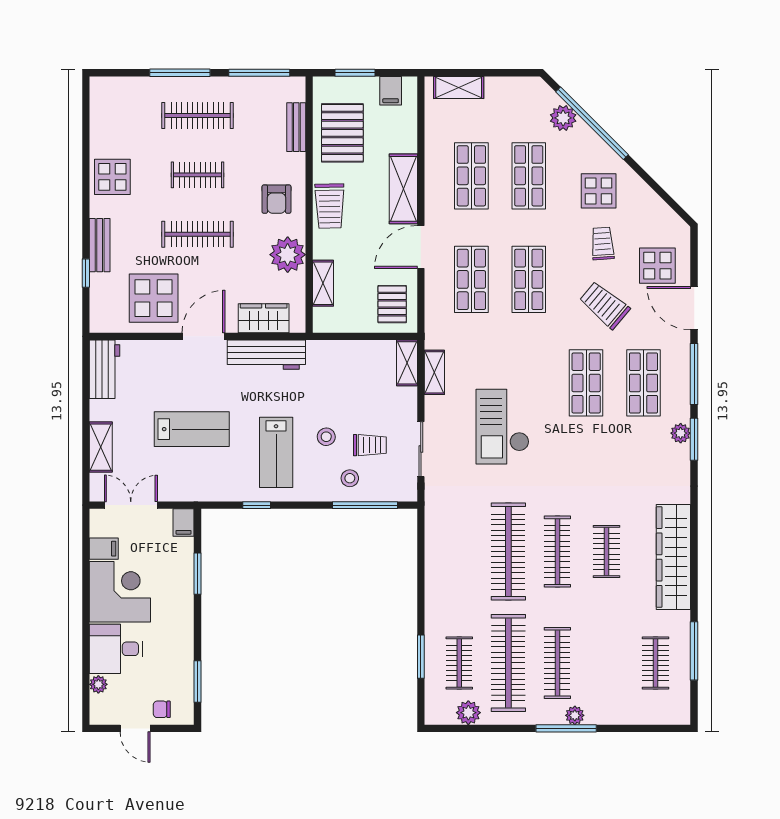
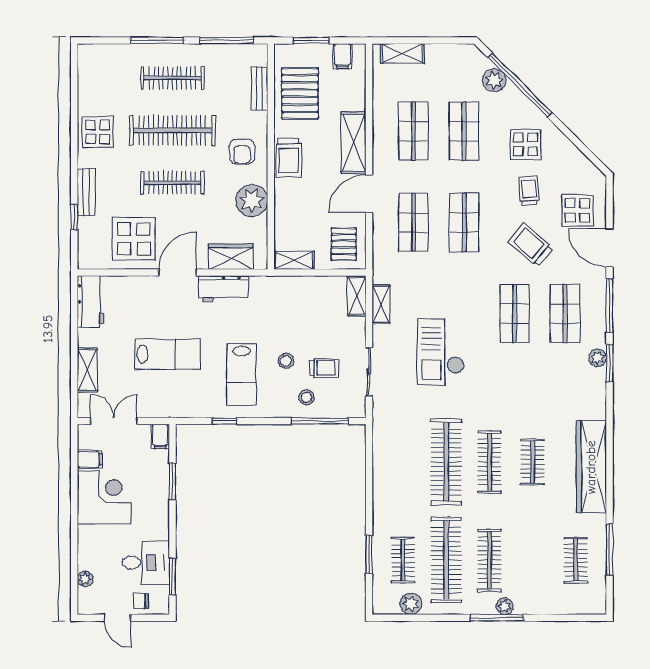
clothes rail: (198, 175) -> (172, 130), width x1.86, depth x1.31
shelving: (323, 283) -> (294, 260), moved, turned 90
workbench: (266, 355) -> (224, 289), width x0.73
desk: (116, 649) -> (146, 563), moved, turned 180

